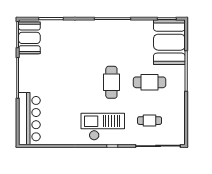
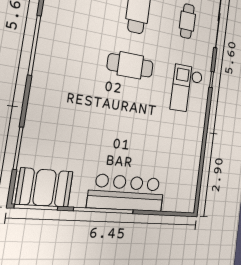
bar counter: (29, 119) -> (127, 193), moved
checkout: (103, 127) -> (187, 89), width x0.73, depth x0.83

